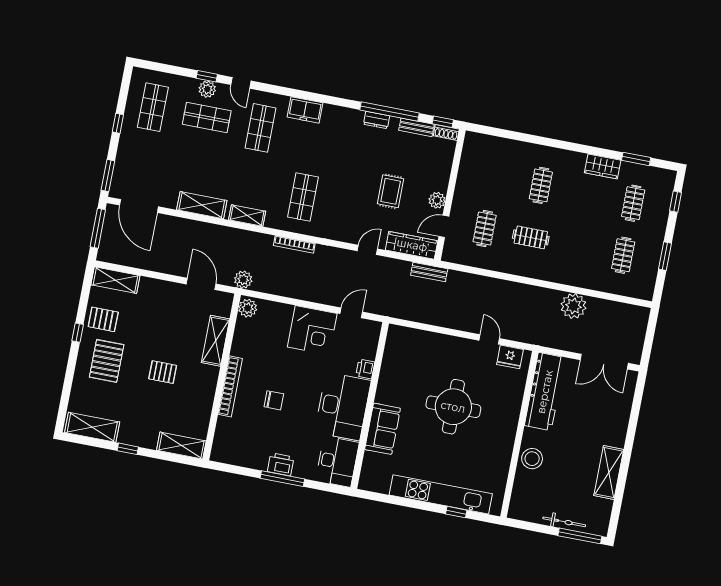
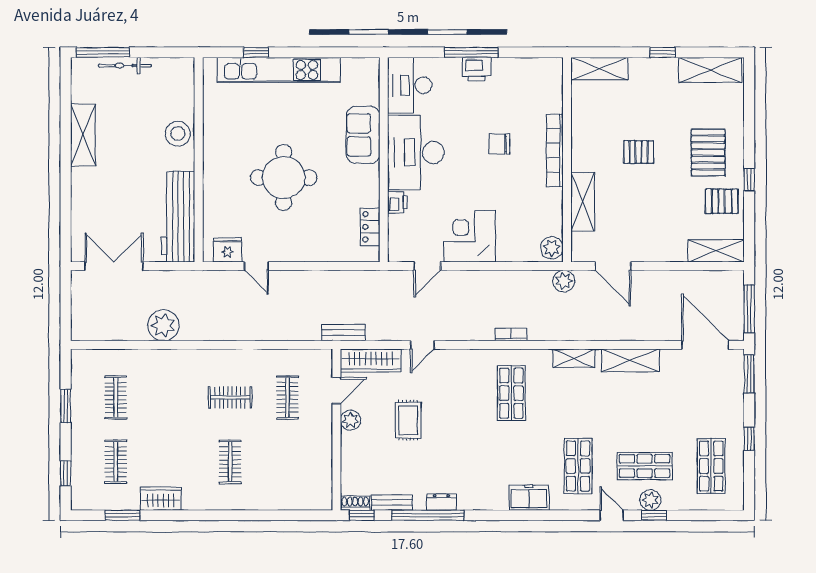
bookcase: (294, 244) -> (511, 335), width x0.64
locker: (391, 353) -> (370, 227), added

